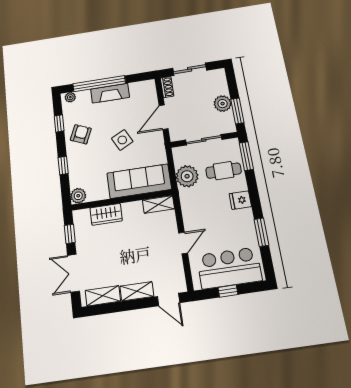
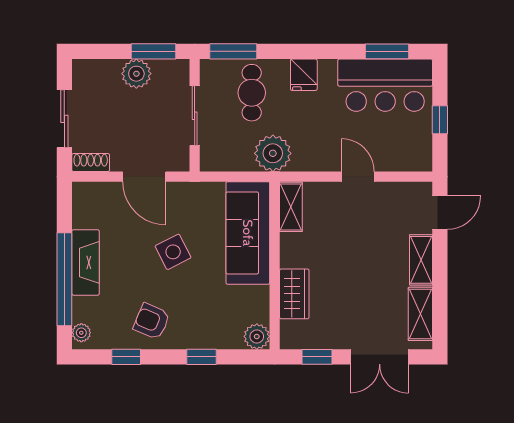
plant: (187, 176) -> (273, 153), moved
window: (261, 232) -> (387, 51), moved
bar counter: (229, 268) -> (385, 85), moved, turned -90

